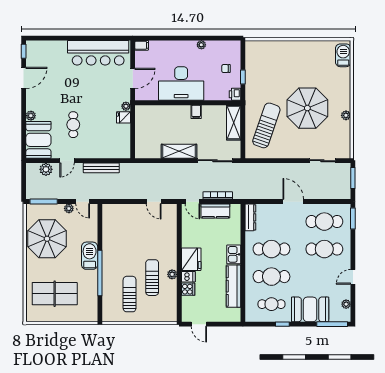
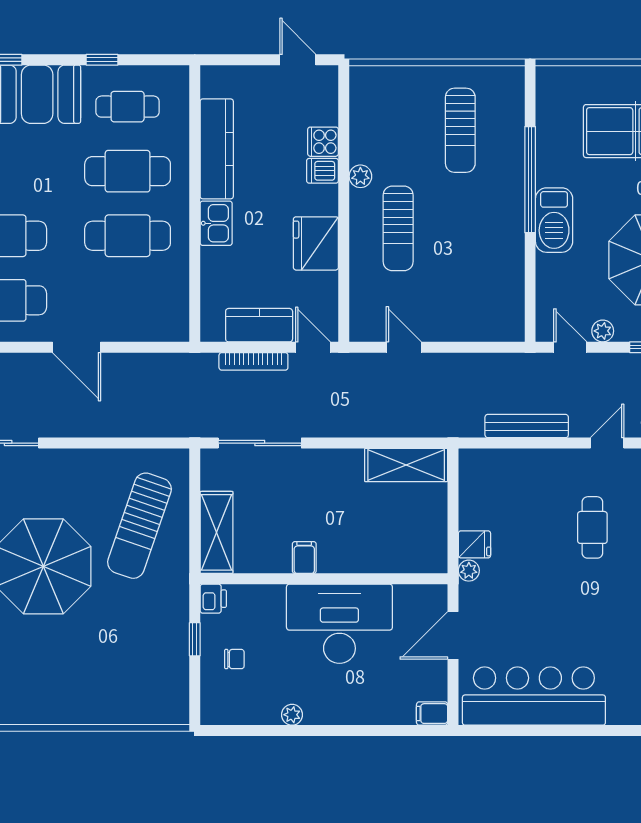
shelving: (179, 151) -> (406, 465), moved
dresser: (250, 217) -> (177, 310), removed
fridge: (191, 259) -> (316, 243), moved
sun lounger: (152, 278) -> (398, 228), moved

